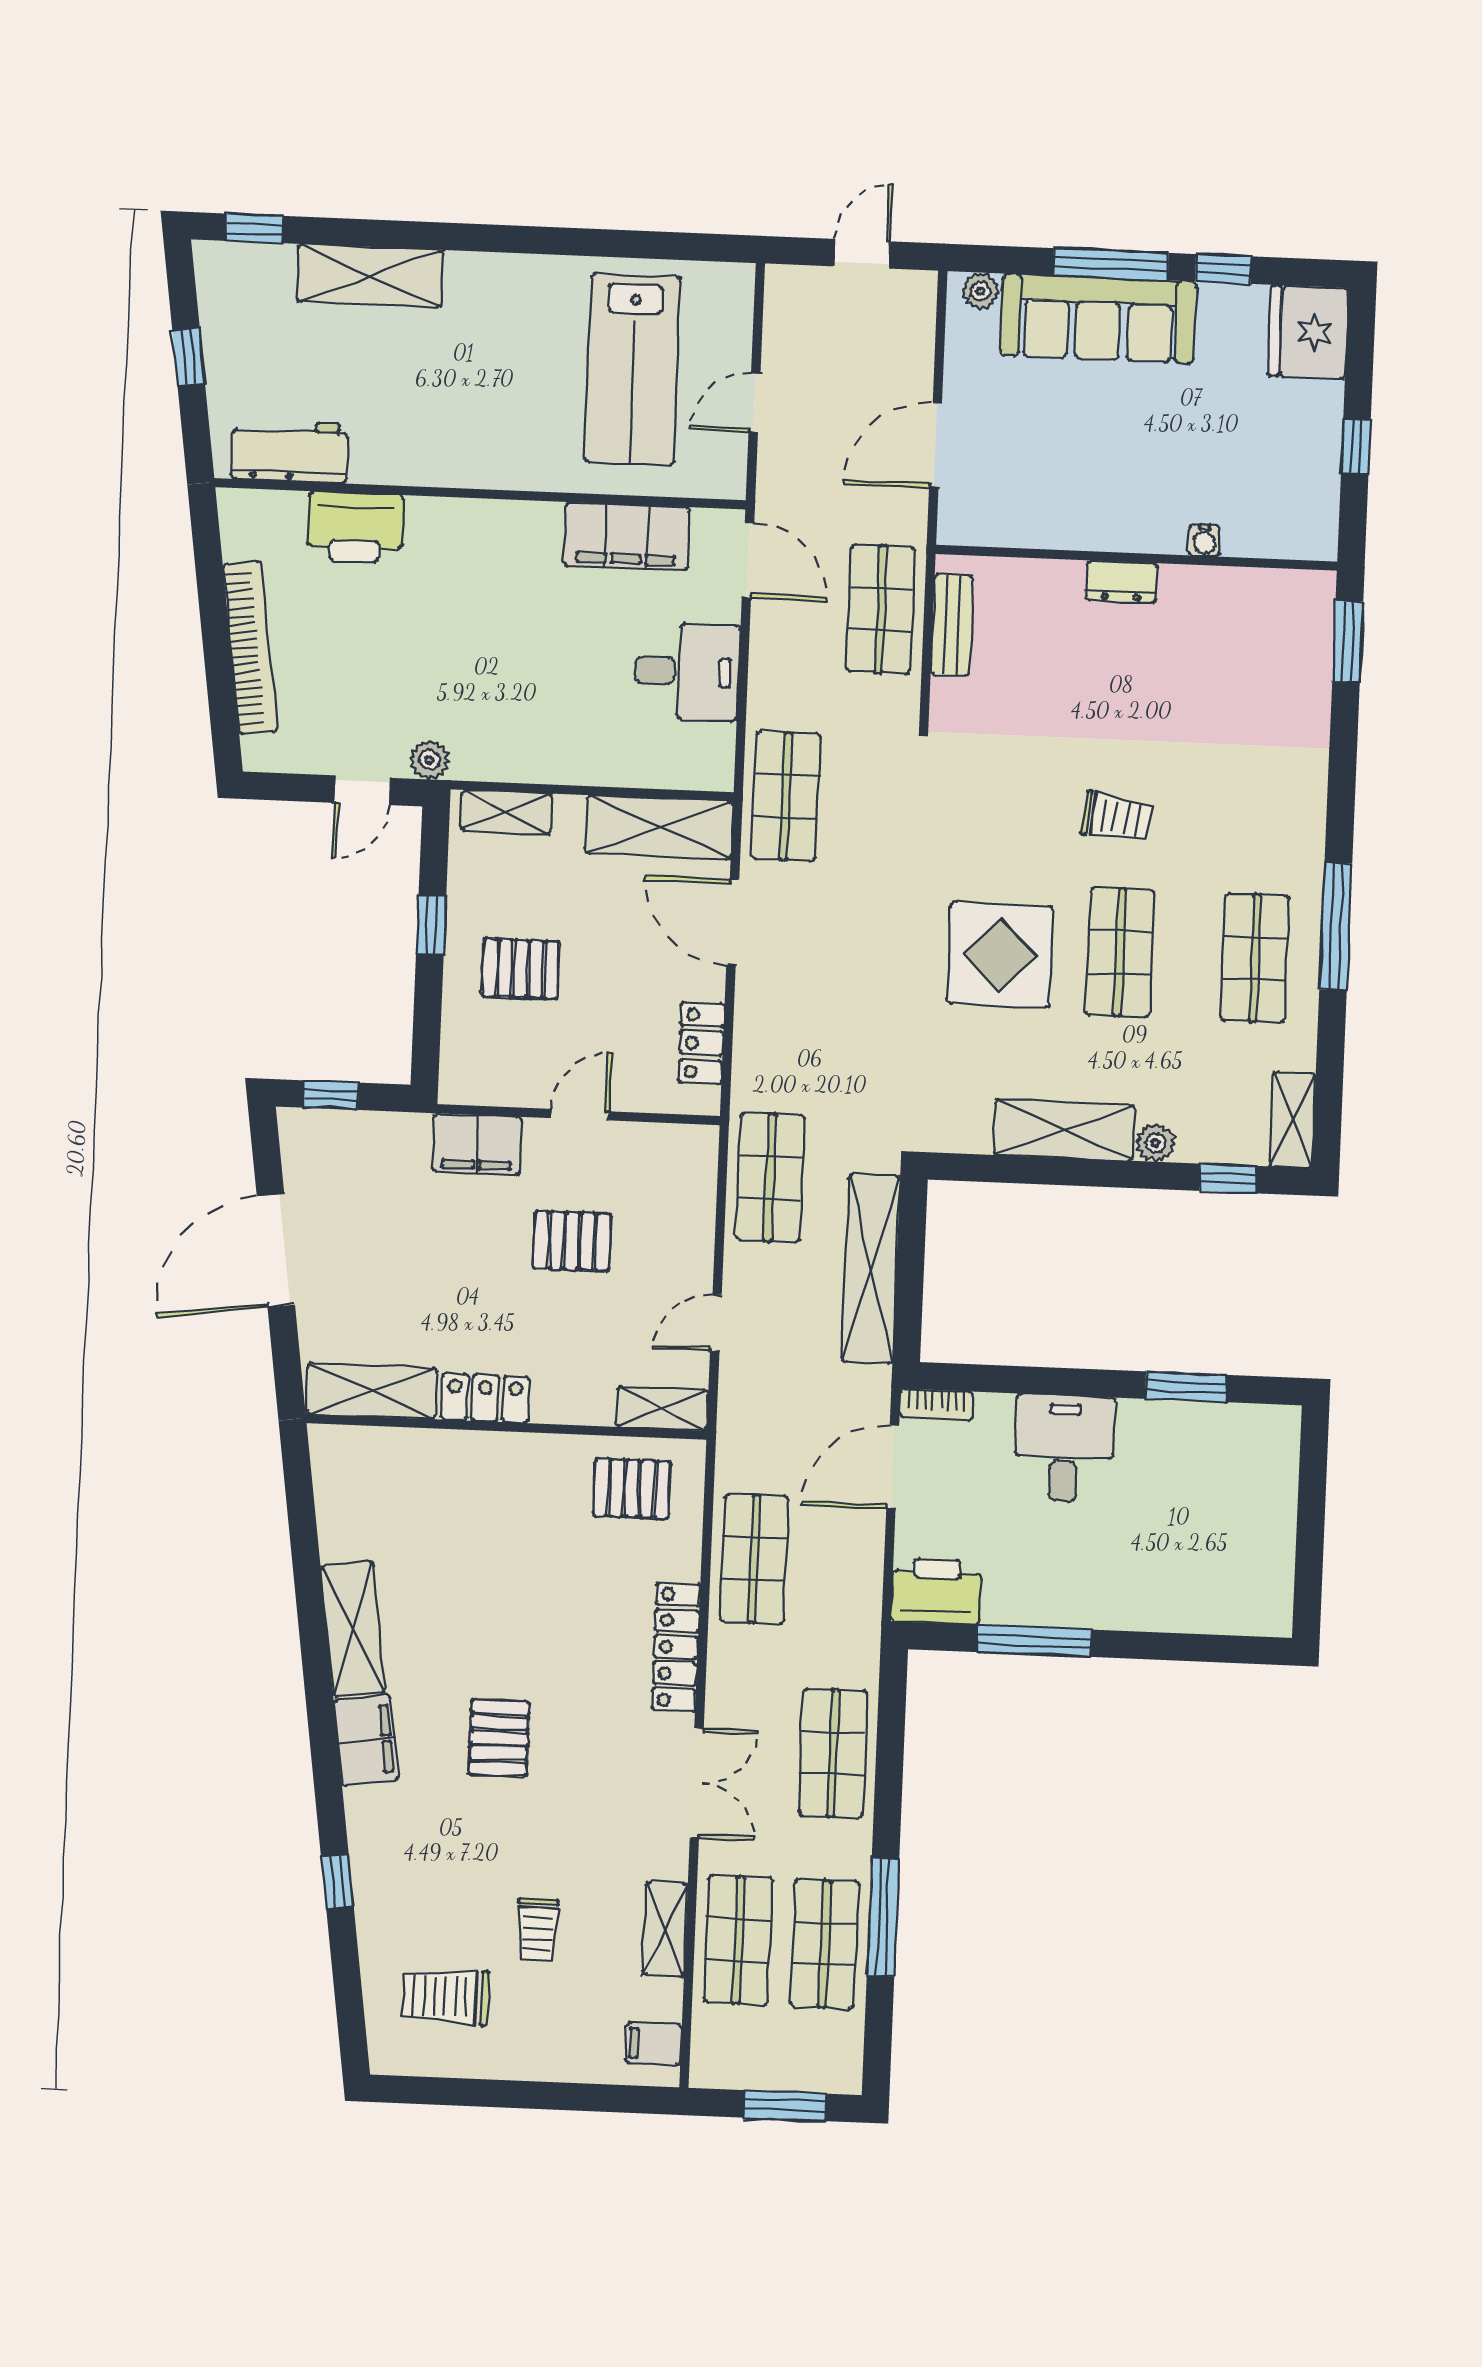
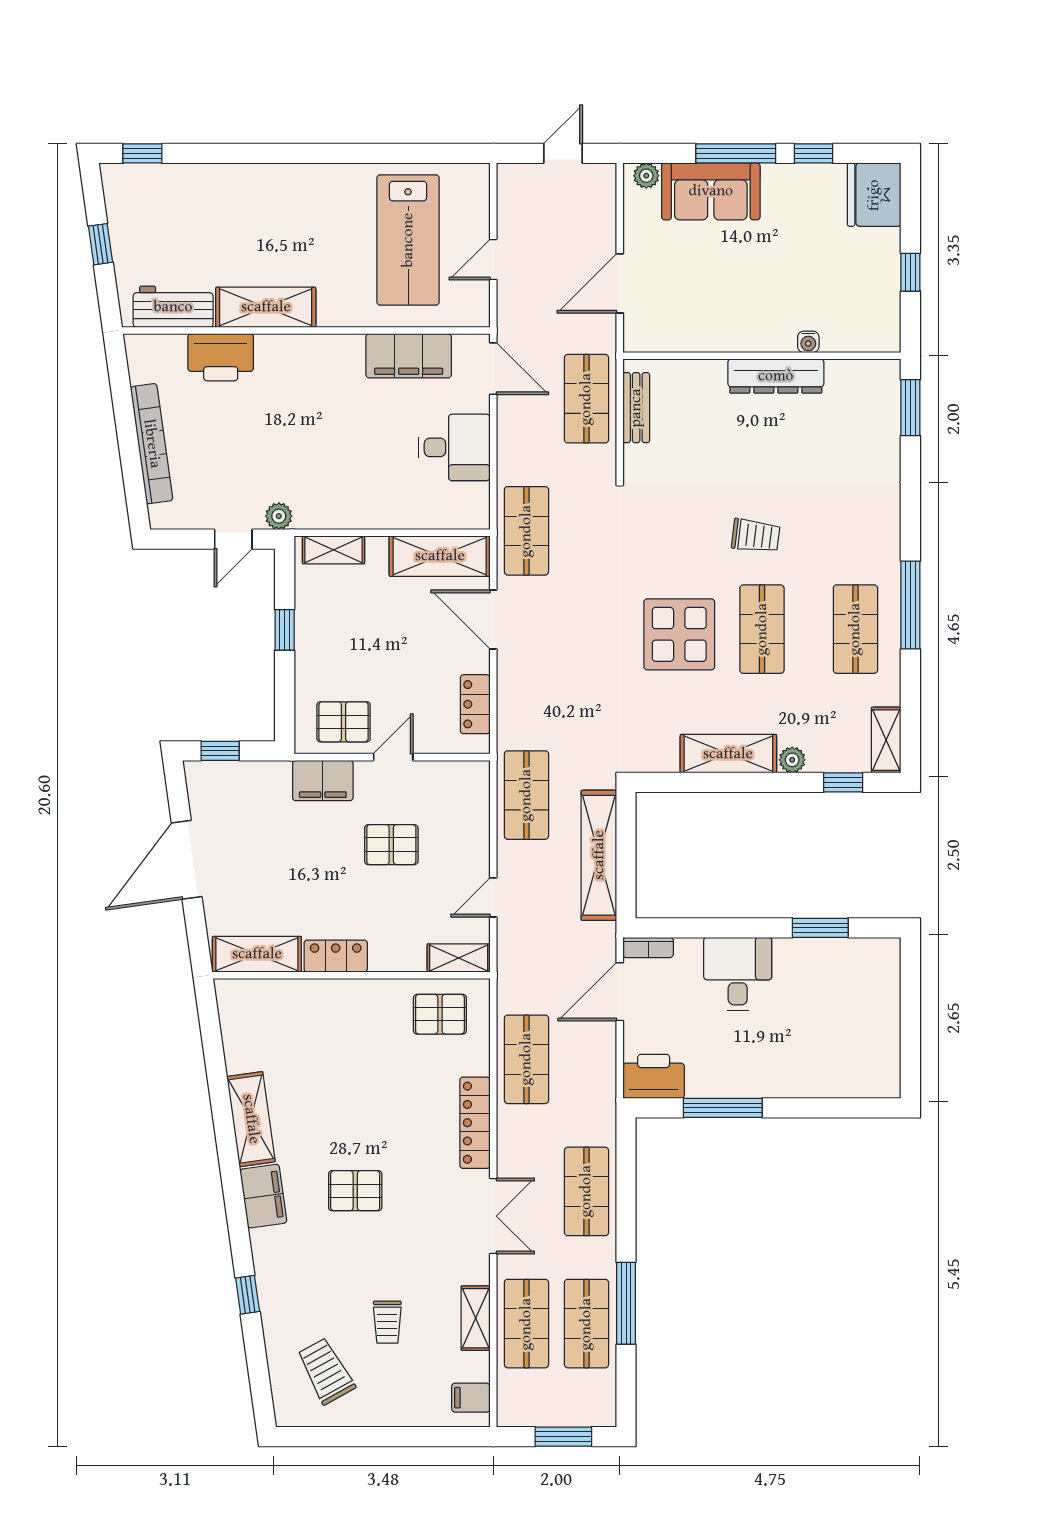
shelving: (370, 276) -> (266, 307), moved
sofa: (1098, 319) -> (711, 191), width x0.73
dresser: (1122, 582) -> (776, 376), width x1.96, depth x1.24
pallet: (521, 969) -> (344, 722), moved
pallet: (499, 1738) -> (355, 1191), turned 90
trolley: (446, 1997) -> (326, 1371), turned 61

